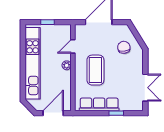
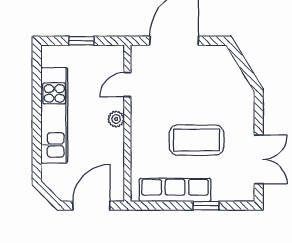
chair: (124, 47) -> (220, 86), removed
kitchen unit: (33, 63) -> (54, 115), width x0.73
coffee table: (95, 70) -> (197, 140), moved, turned 90

